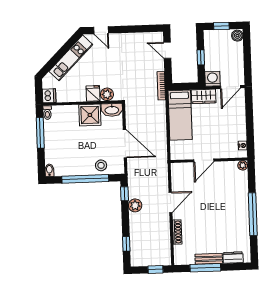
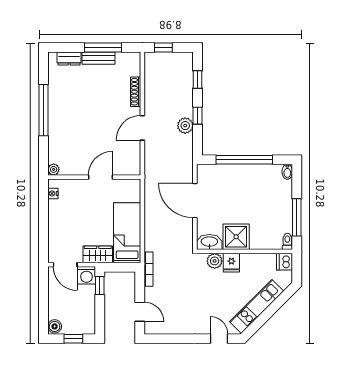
window: (201, 57) -> (100, 286), moved
door: (230, 87) -> (65, 265), swing flipped
stool: (101, 165) -> (225, 175), removed
window: (124, 194) -> (198, 116), moved

